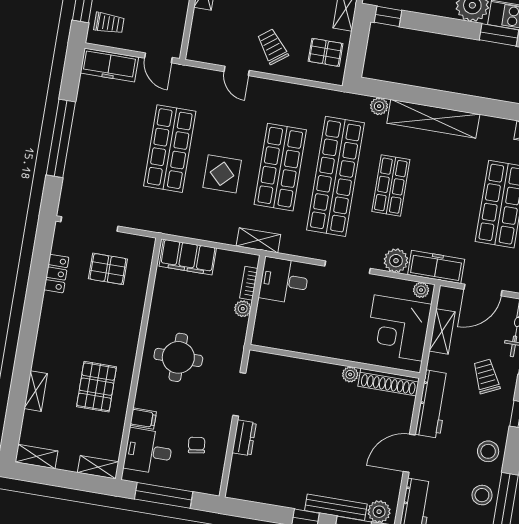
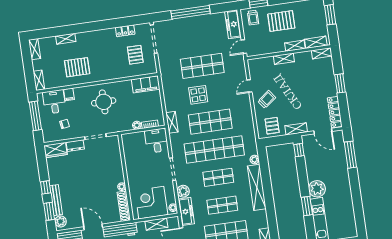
shop shelf: (446, 195) -> (222, 205), added
filing cabinet: (188, 257) -> (146, 84), moved, turned -90
wardrobe: (241, 478) -> (55, 150), added

